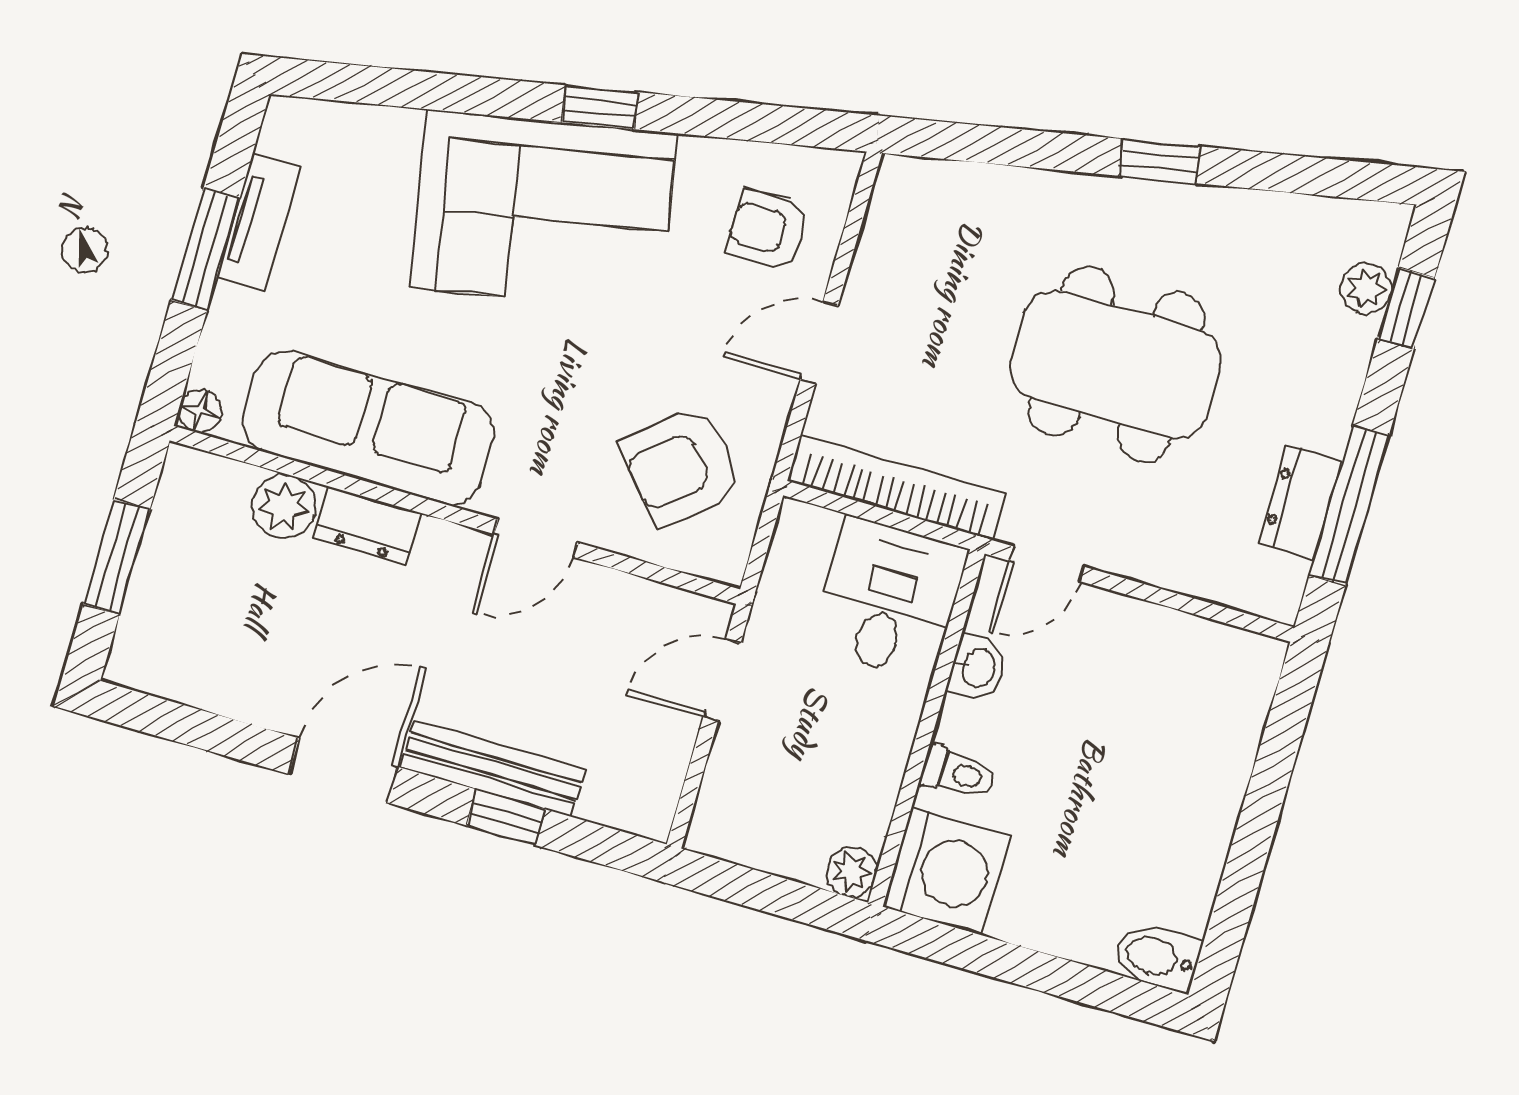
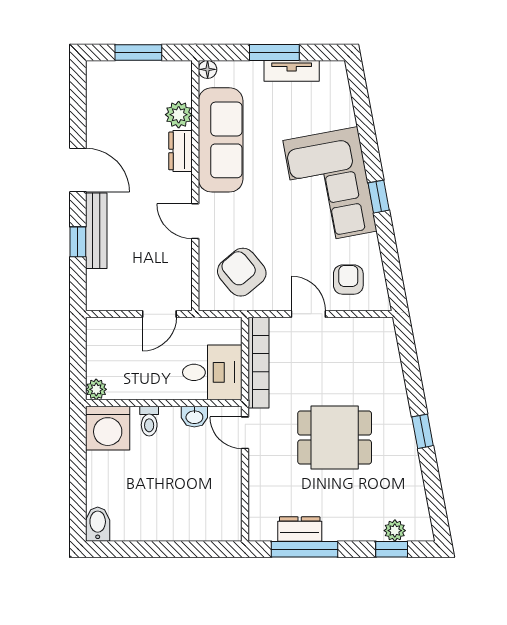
dining table: (1116, 364) -> (335, 437), width x0.73
door: (722, 680) -> (159, 314), swing flipped

